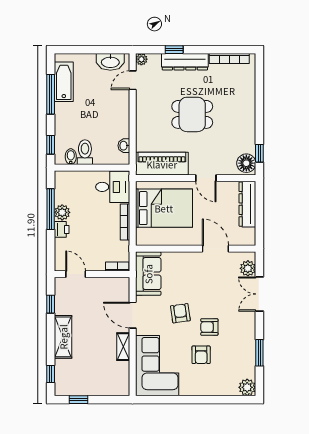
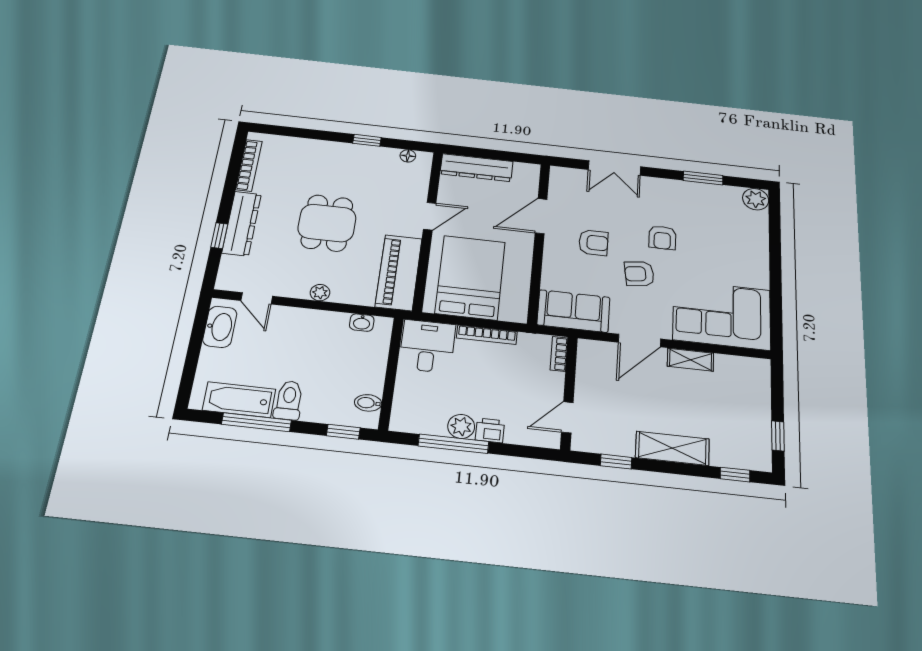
plant: (141, 59) -> (320, 293), moved
toilet: (85, 152) -> (289, 400), moved, turned 90
window: (259, 153) -> (367, 140), moved
floor lamp: (246, 163) -> (408, 156), width x0.53, depth x0.53
plant: (248, 268) -> (575, 178), removed
armchair: (201, 355) -> (593, 243), moved

